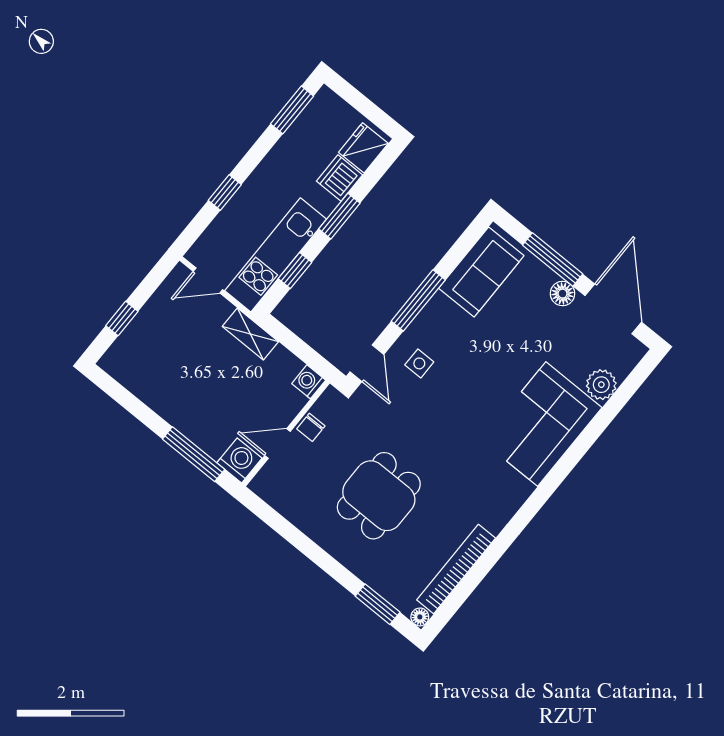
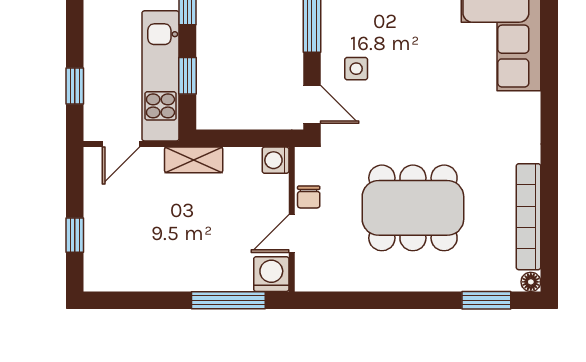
window: (225, 192) -> (75, 86), moved
dining table: (379, 496) -> (413, 208), width x1.37

